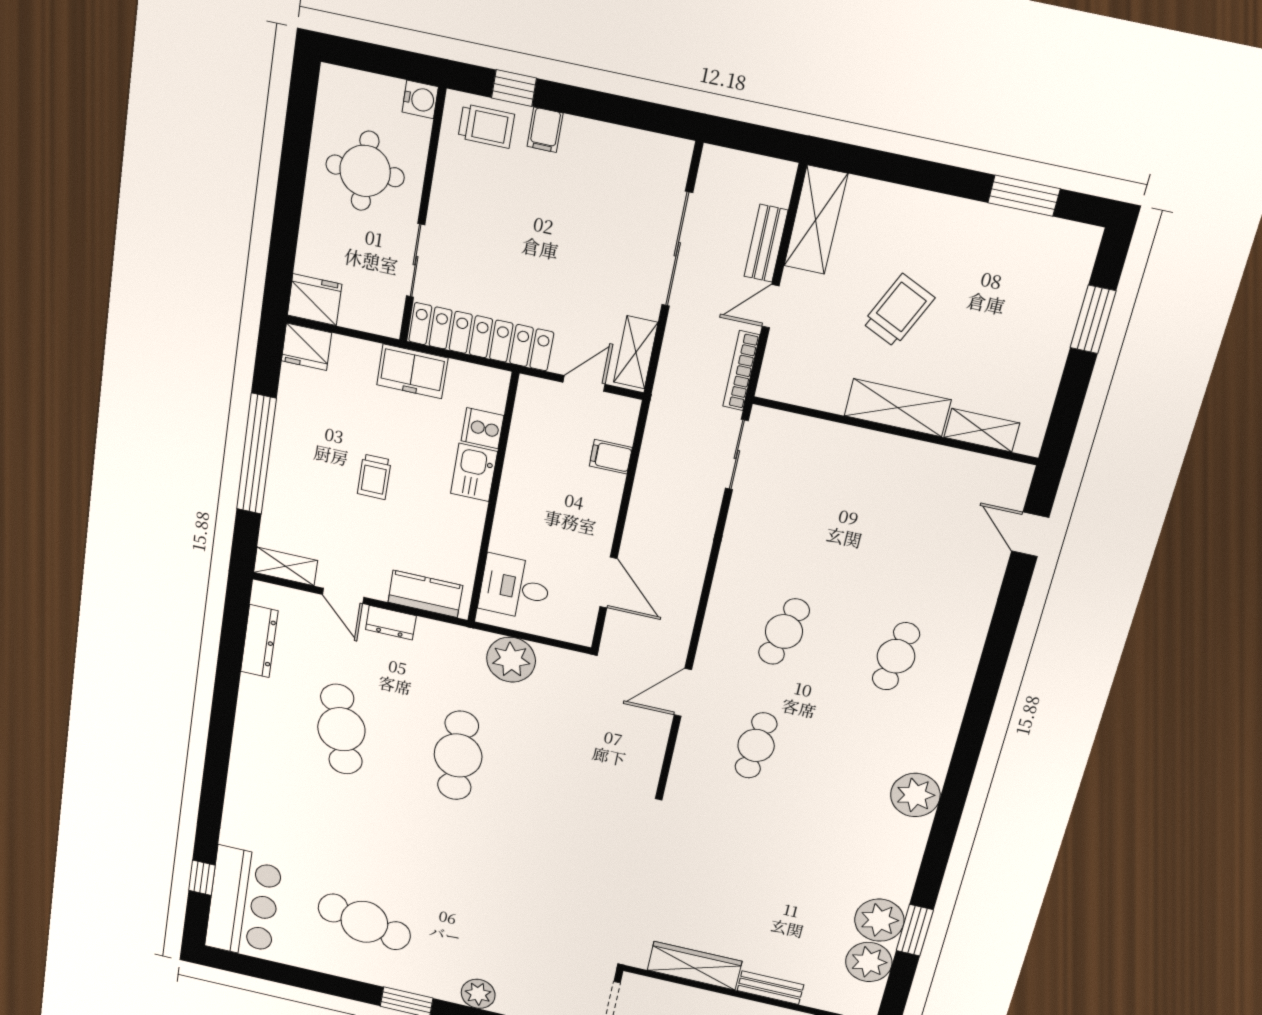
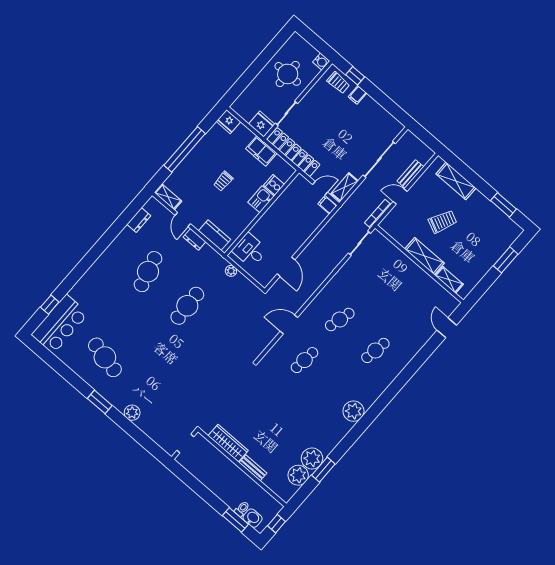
shelving: (816, 220) -> (456, 181), moved, turned 90
fridge: (315, 300) -> (262, 124), moved
filing cabinet: (611, 457) -> (327, 205), moved
dresser: (259, 641) -> (139, 220), width x0.70
plant: (511, 660) -> (231, 271), width x0.53, depth x0.53

